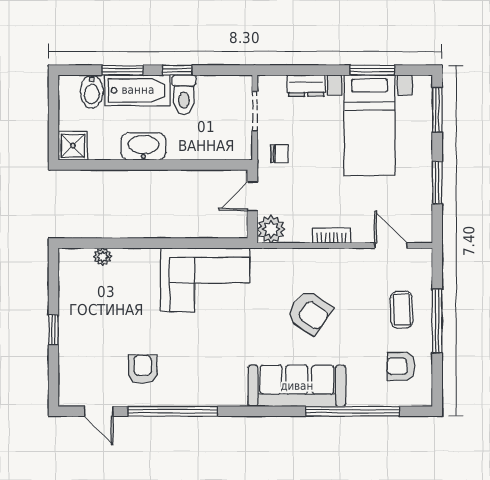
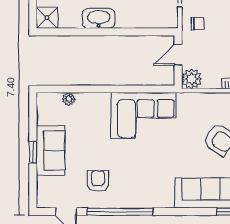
sofa: (78, 327) -> (51, 150), added

